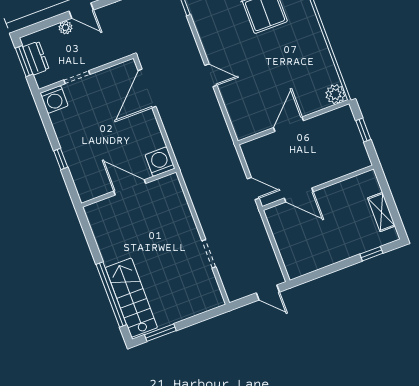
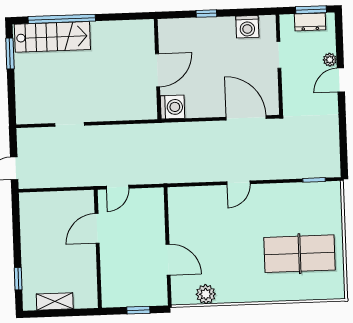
plant: (335, 94) -> (206, 294), moved
washing machine: (54, 99) -> (247, 27), moved, turned -90
door: (289, 124) -> (168, 260), moved

